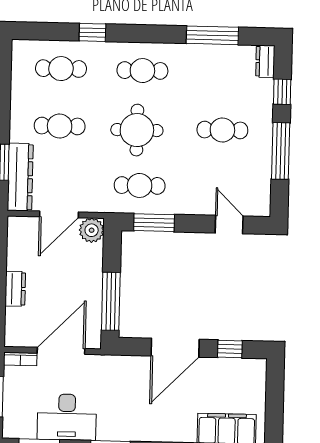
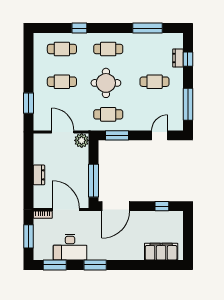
dresser: (265, 61) -> (178, 58), moved
window: (281, 151) -> (188, 104), moved
dresser: (20, 177) -> (40, 111), removed
door: (59, 214) -> (63, 132), swing flipped
door: (229, 225) -> (160, 135), hinge flipped
door: (175, 348) -> (116, 206), moved
door: (61, 351) -> (66, 210), hinge flipped

